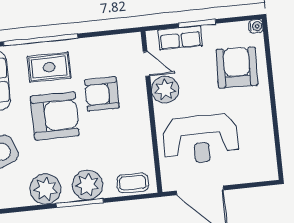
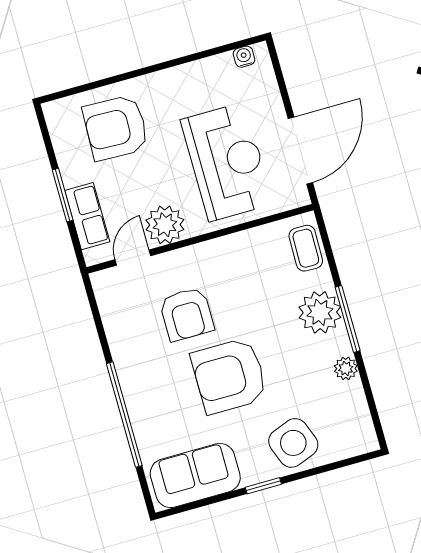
water cooler: (256, 26) -> (244, 57), moved
rug: (49, 67) -> (161, 396), removed
armchair: (55, 116) -> (229, 376), turned -90
plant: (45, 189) -> (346, 368), width x0.53, depth x0.53

